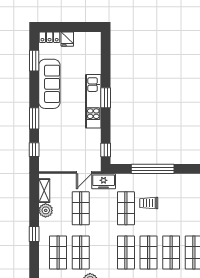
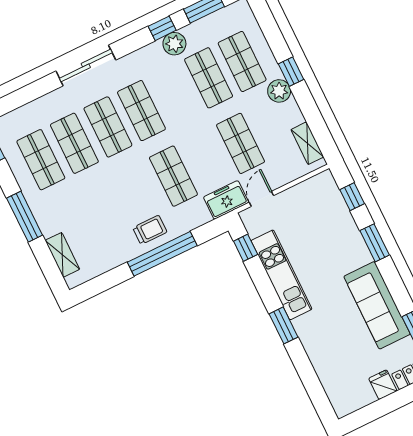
kitchen unit: (93, 101) -> (282, 275), moved
trolley: (149, 203) -> (150, 230), moved
plant: (46, 210) -> (279, 91), moved

